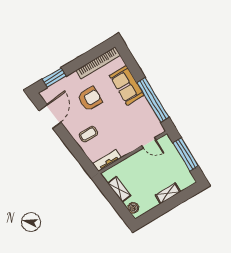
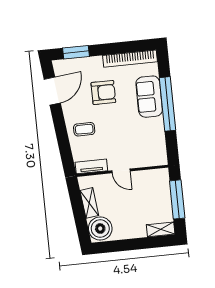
window: (153, 100) -> (167, 104), moved
door: (149, 143) -> (121, 171), moved
shelving: (168, 193) -> (161, 229), moved
boiler: (133, 208) -> (100, 229), width x1.86, depth x1.86

